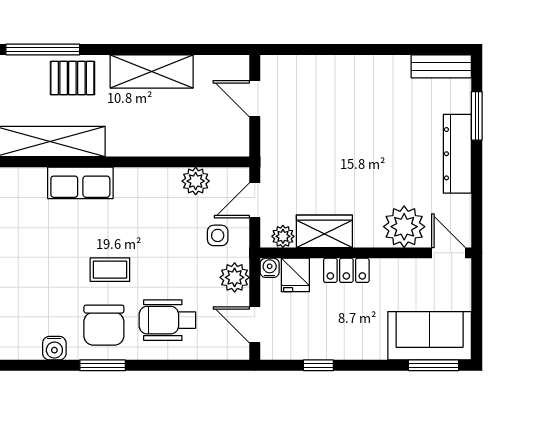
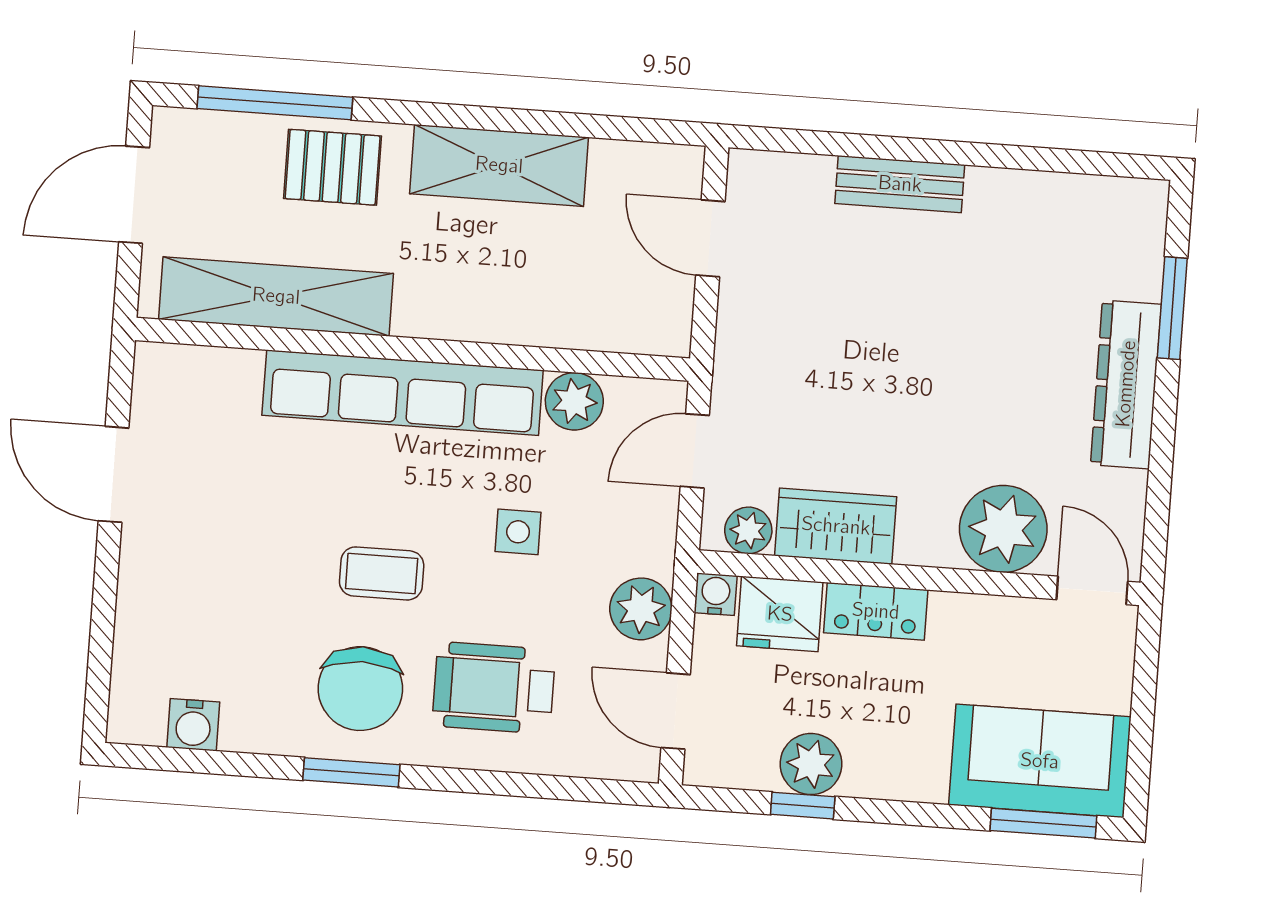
bench: (441, 66) -> (900, 184), moved
row of seats: (80, 183) -> (403, 393), width x2.02
side table: (218, 235) -> (518, 532), moved
fridge: (295, 275) -> (780, 614), width x1.38
plant: (321, 345) -> (811, 764), added
water cooler: (54, 348) -> (193, 725), moved

